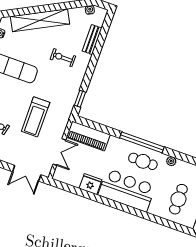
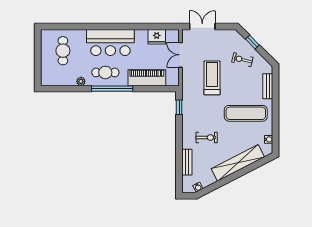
piano: (88, 136) -> (147, 78), moved
fridge: (90, 184) -> (157, 37), moved

